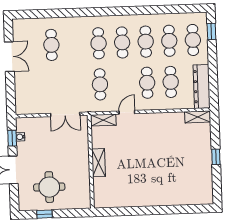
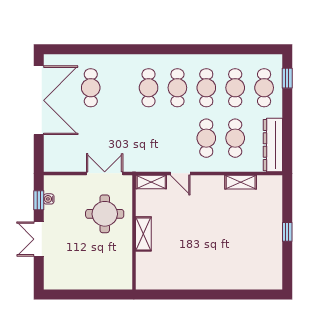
double door: (9, 57) -> (39, 100), width x1.87
cafe table: (100, 84) -> (149, 138), removed
door: (127, 112) -> (180, 173), swing flipped
double door: (65, 114) -> (105, 173), swing flipped
shelving: (198, 117) -> (241, 182), moved
round table: (49, 187) -> (105, 214), moved
window: (44, 214) -> (75, 294), removed

